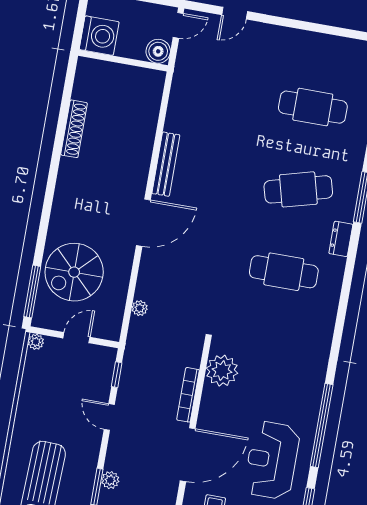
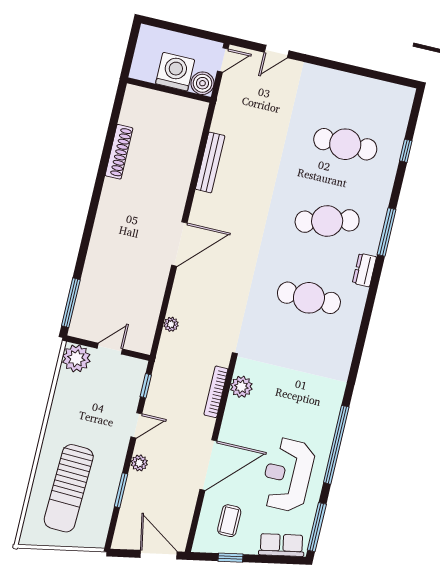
washing machine: (99, 36) -> (175, 72), moved, turned -90
bench: (166, 164) -> (210, 162), moved
spiral stairs: (74, 272) -> (111, 287), removed
plant: (36, 342) -> (76, 358), width x1.88, depth x1.88
plant: (222, 371) -> (241, 387), width x0.73, depth x0.73
bookcase: (188, 395) -> (216, 392), moved
door: (109, 417) -> (136, 425), swing flipped
plant: (110, 480) -> (139, 463), moved

